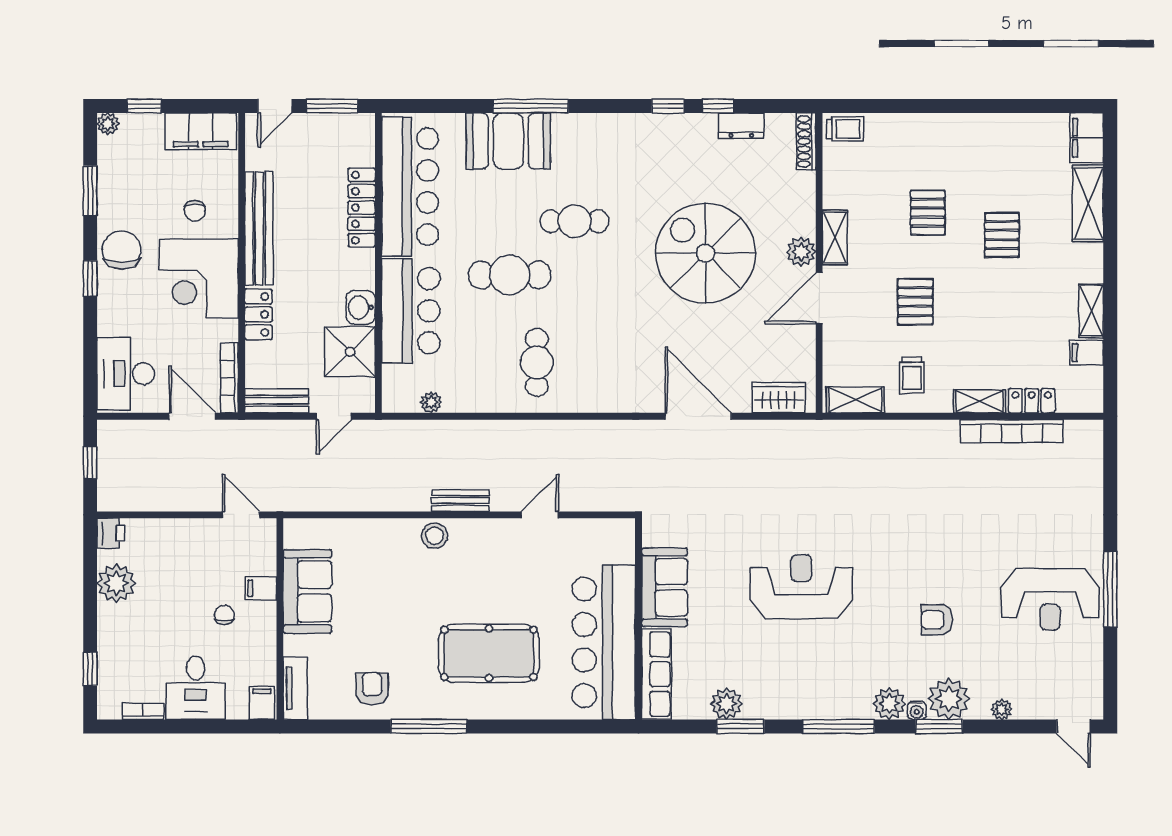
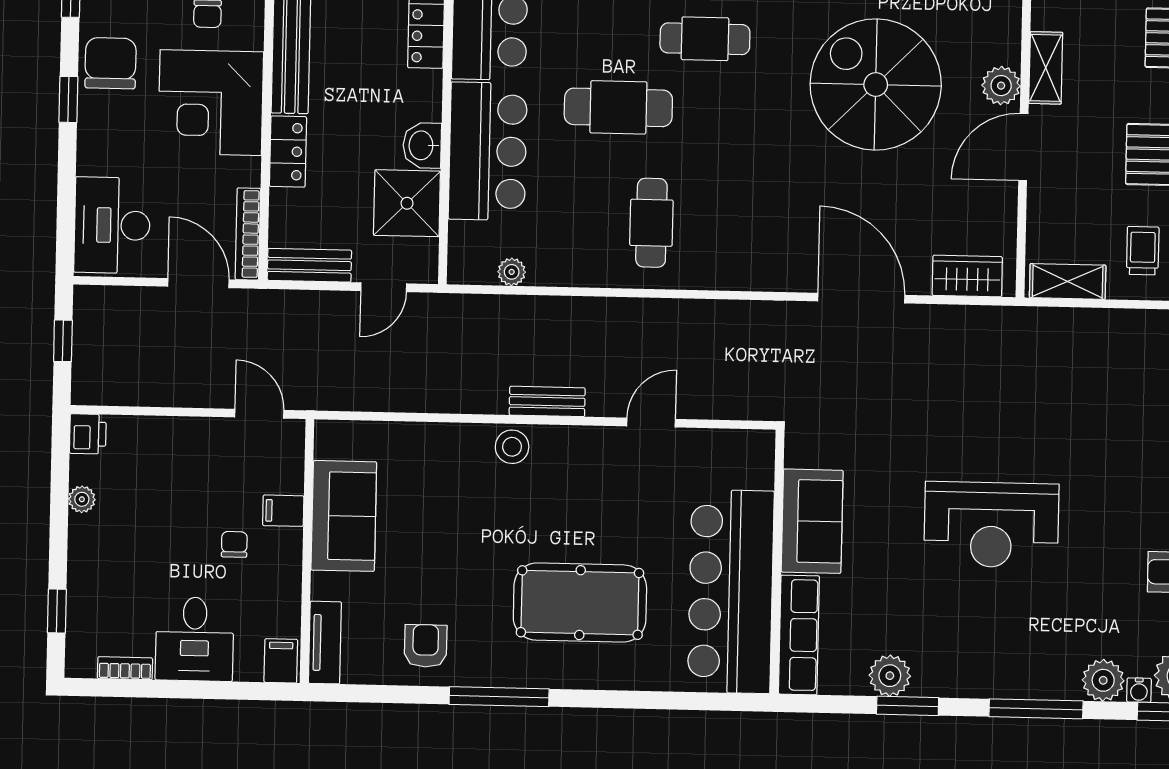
trolley: (912, 375) -> (1143, 251), turned 180
plant: (116, 583) -> (82, 499), width x0.53, depth x0.53
reception desk: (801, 587) -> (991, 525), turned 180

